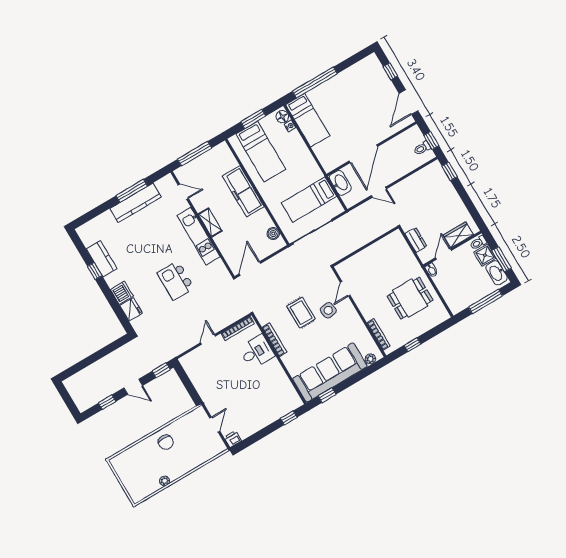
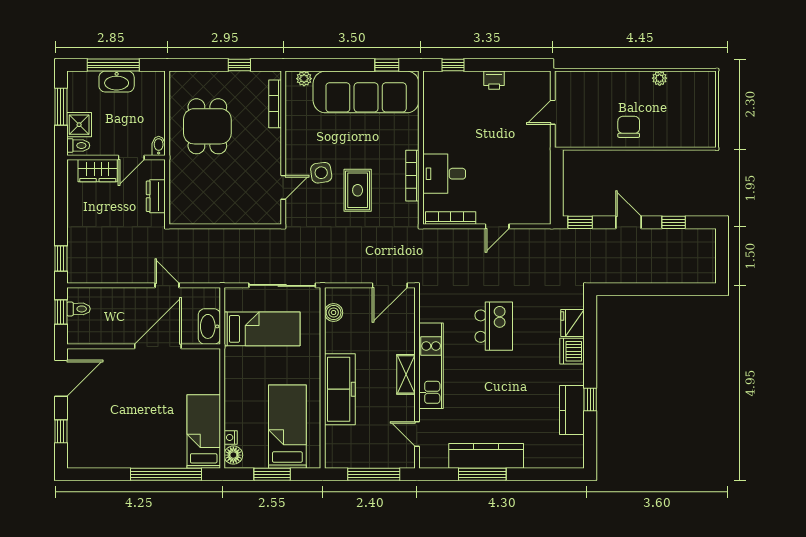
washbasin: (497, 273) -> (117, 82), moved, turned 90
dining table: (410, 298) -> (207, 126), turned 90
printer: (233, 439) -> (494, 80), moved

